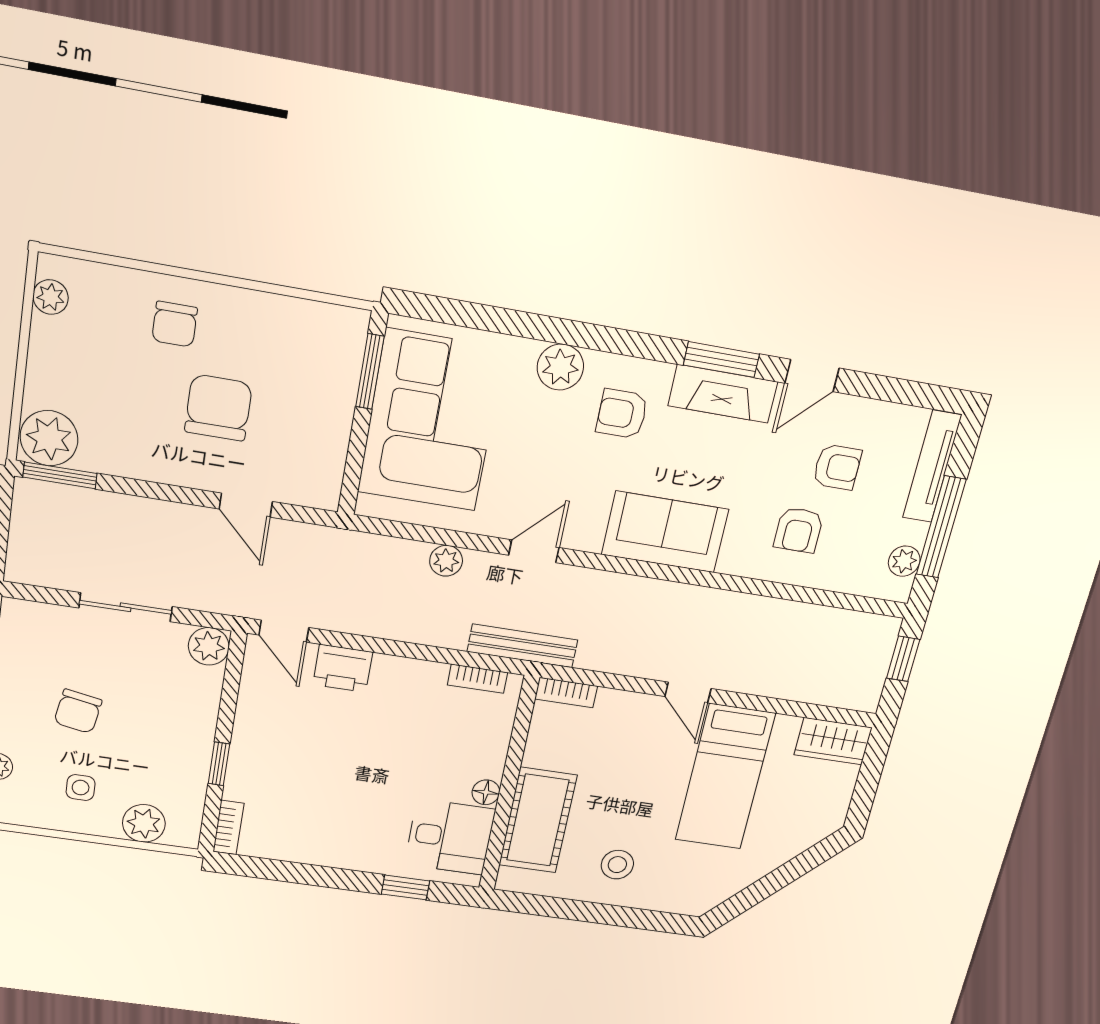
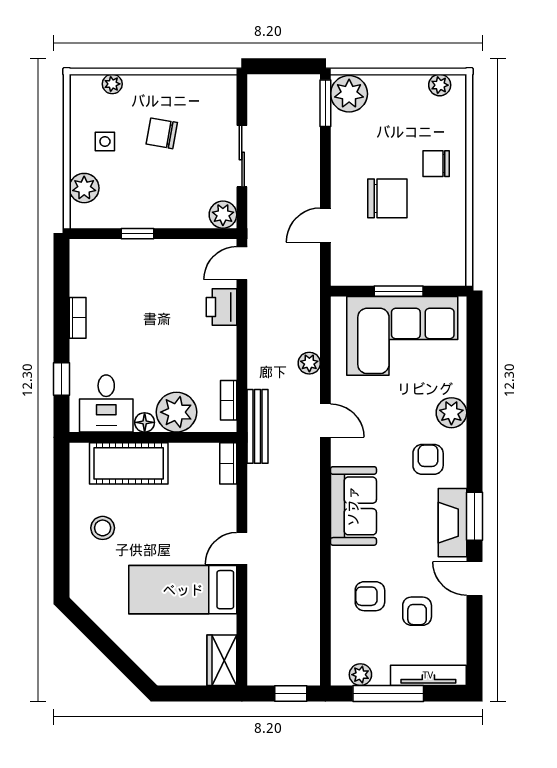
window: (370, 371) -> (399, 291), moved
plant: (480, 750) -> (176, 412), added
bookcase: (228, 827) -> (78, 318), moved, turned -90

